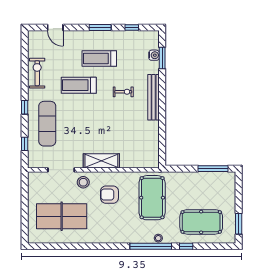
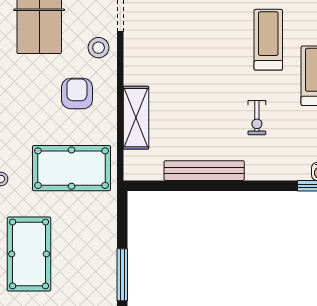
bench: (154, 97) -> (204, 171), moved
shelving: (101, 161) -> (136, 118), moved

